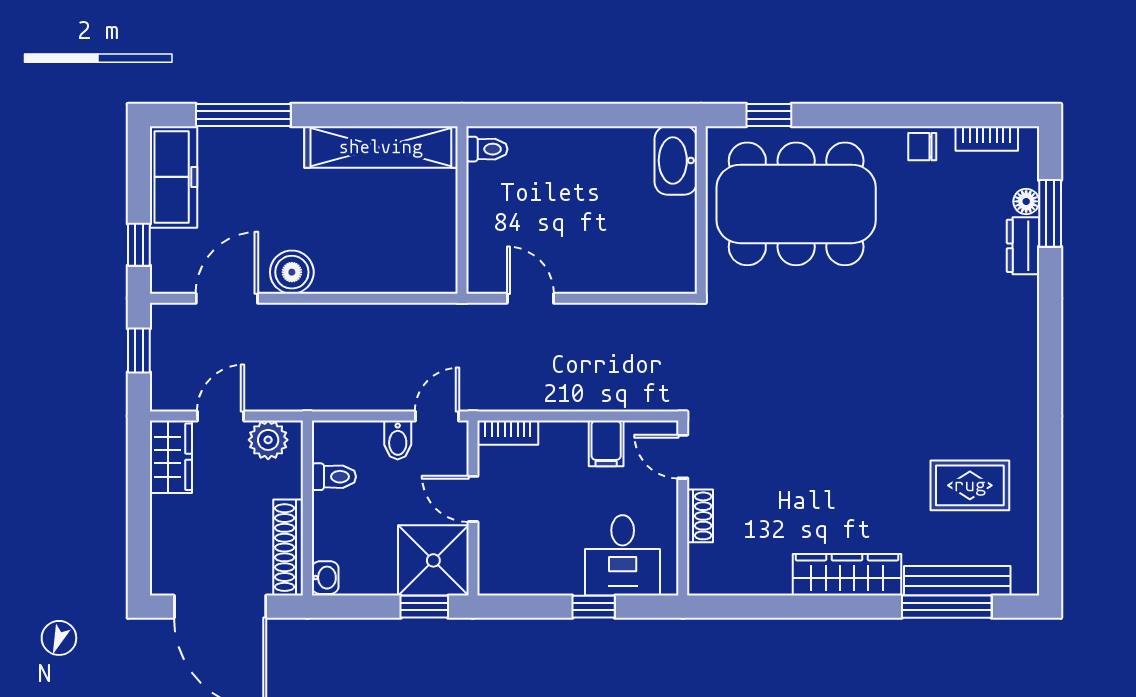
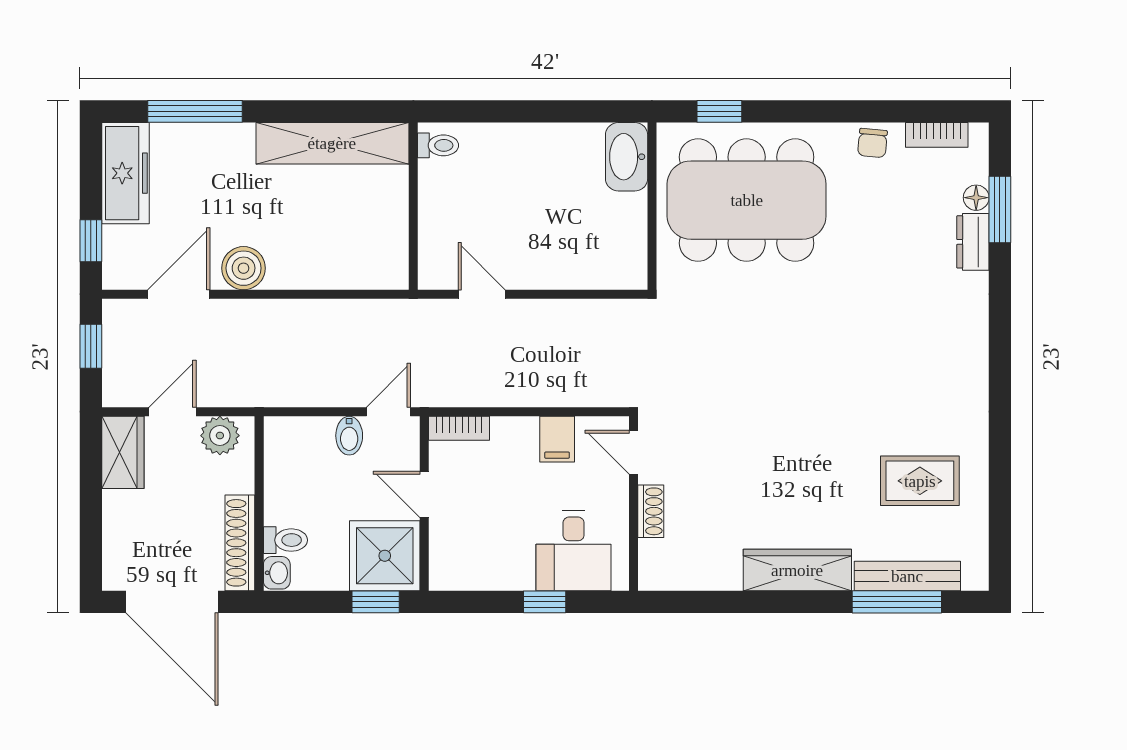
chair: (922, 147) -> (872, 143), turned -85
toilet: (334, 477) -> (285, 540), moved

